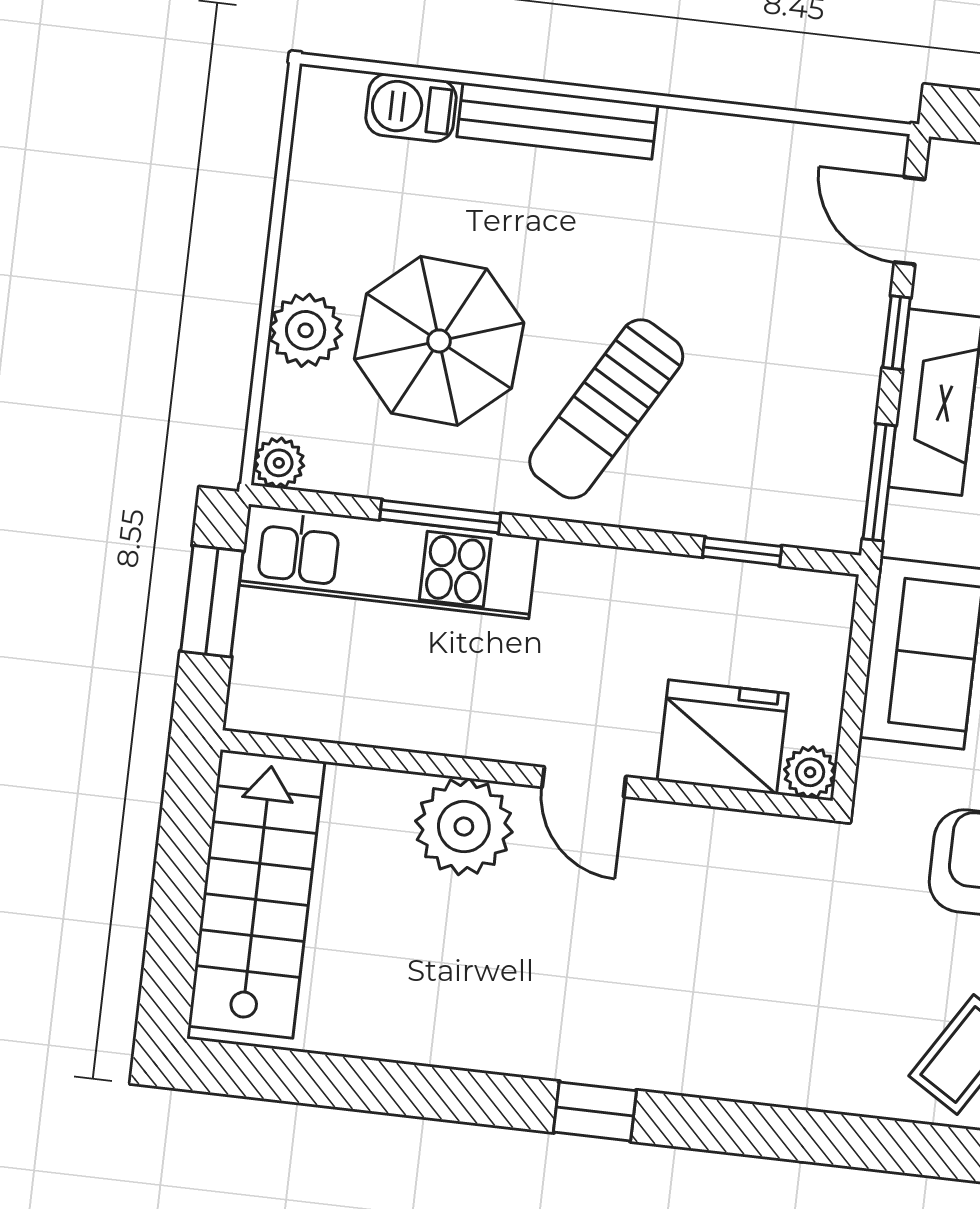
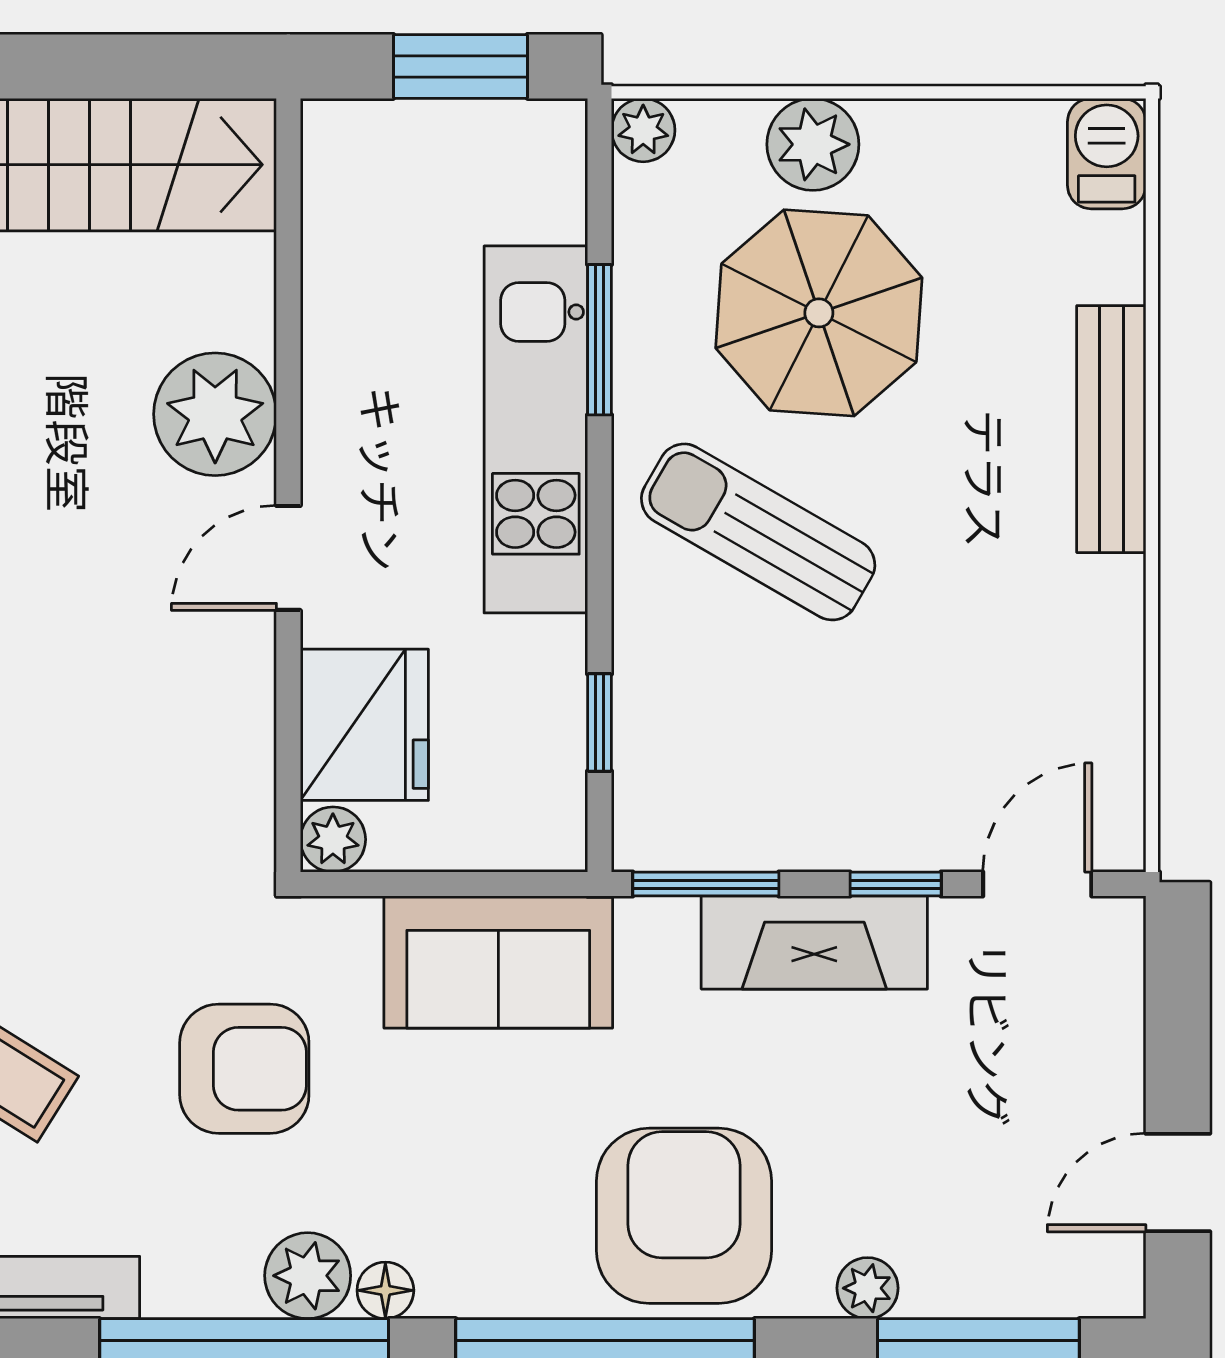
barbecue: (411, 108) -> (1107, 154), moved
kitchen unit: (389, 561) -> (536, 429), moved

